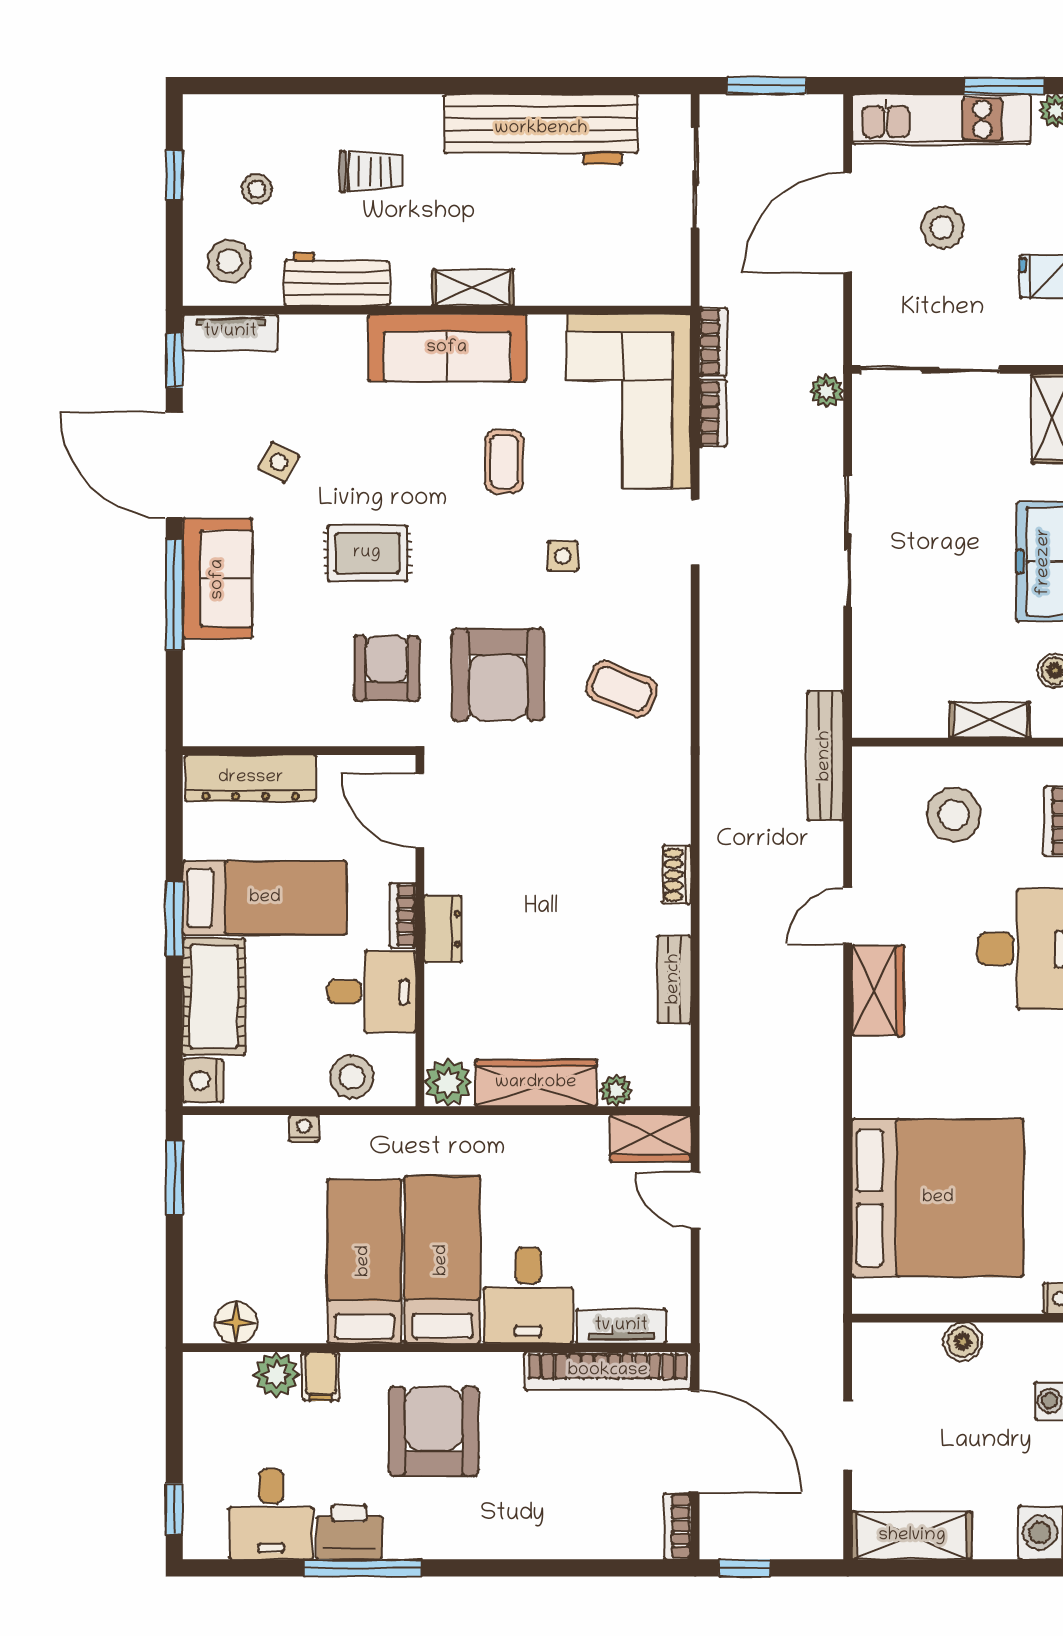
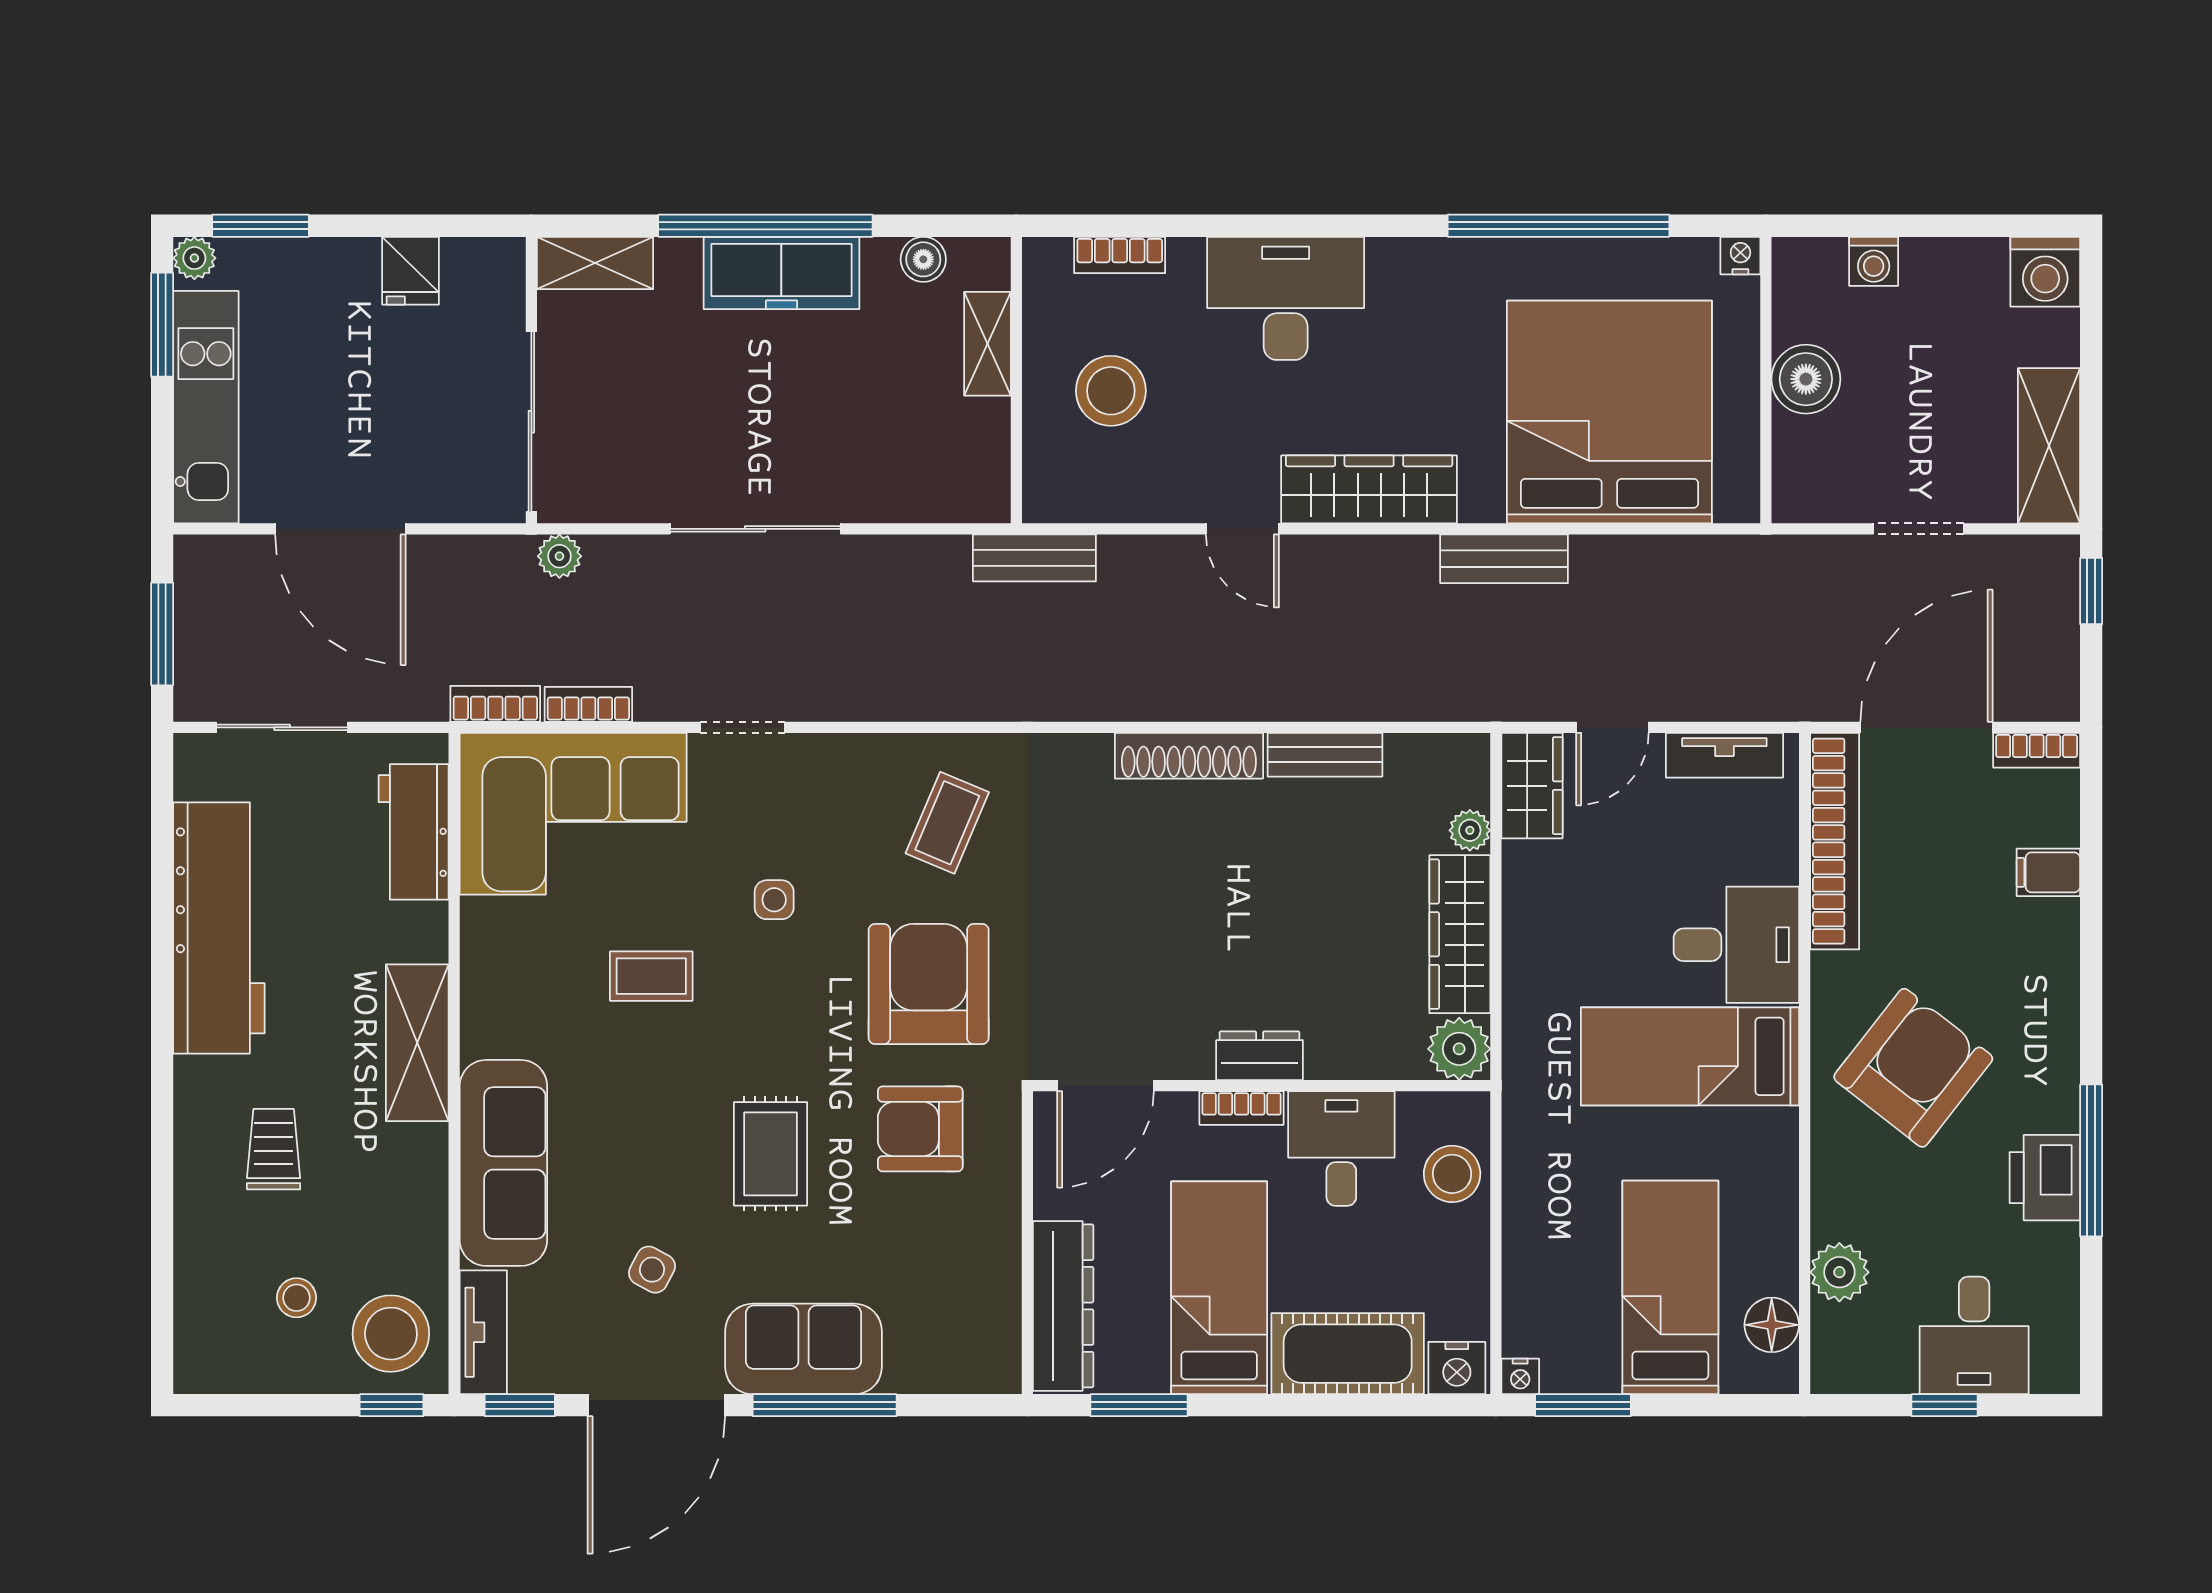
window: (174, 175) -> (392, 1405), moved
stool: (943, 227) -> (347, 405), removed
stool: (229, 261) -> (391, 1334), width x1.38, depth x1.38
workbench: (337, 279) -> (414, 832), moved
shelving: (473, 288) -> (417, 1043), width x1.50, depth x1.33
sofa: (447, 348) -> (503, 1163), moved
armchair: (498, 675) -> (929, 984), turned -90
bench: (825, 756) -> (1034, 558), width x0.73
shoe rack: (677, 875) -> (1189, 756), width x1.94, depth x1.24
window: (174, 919) -> (1139, 1405), moved
wardrobe: (878, 991) -> (1369, 489), width x1.50
bench: (825, 1117) -> (1504, 559), added
nightstand: (304, 1128) -> (1520, 1376), moved, turned -90
bed: (364, 1261) -> (1670, 1287), moved, turned 90
tv unit: (621, 1326) -> (1724, 755), moved, turned -90
boiler: (963, 1342) -> (1806, 379), width x1.36, depth x1.36
filing cabinet: (321, 1376) -> (2048, 872), moved, turned 180
armchair: (434, 1431) -> (1913, 1068), turned 128
window: (174, 1509) -> (1945, 1405), moved
desk: (271, 1514) -> (1974, 1335), moved, turned 90
window: (744, 1568) -> (2091, 591), moved

